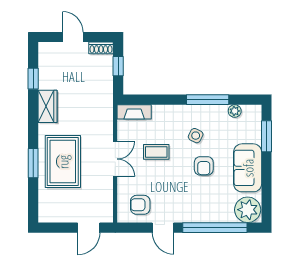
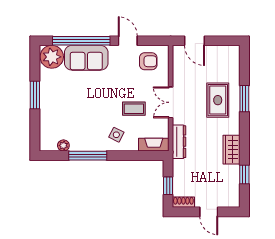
dresser: (106, 115) -> (179, 142), added
side table: (196, 136) -> (116, 135), moved
window: (267, 136) -> (35, 95), moved
rug: (63, 162) -> (218, 100), width x0.73, depth x0.70
armchair: (204, 166) -> (91, 96), removed
sofa: (248, 168) -> (86, 58), moved, turned 90
door: (89, 228) -> (195, 41), swing flipped

